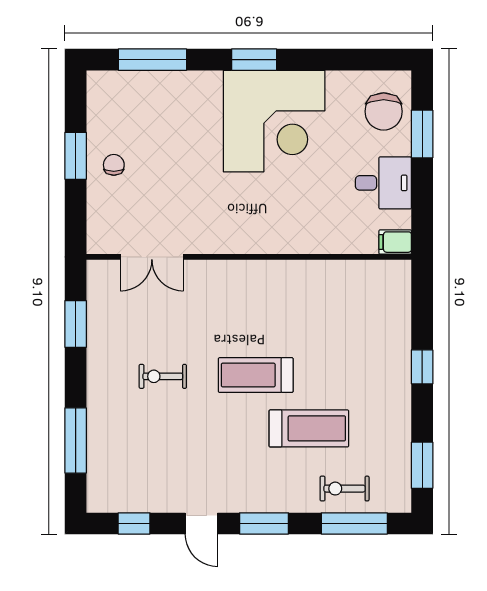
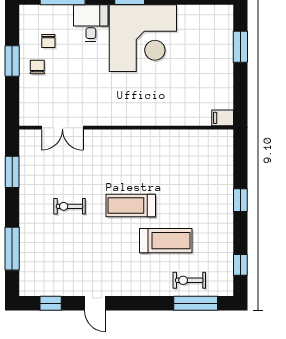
chair: (384, 111) -> (48, 41), moved, width x0.54, depth x0.54
desk: (383, 183) -> (91, 23), moved, turned -90
window: (422, 465) -> (240, 265), width x0.67
window: (264, 523) -> (136, 303), removed

